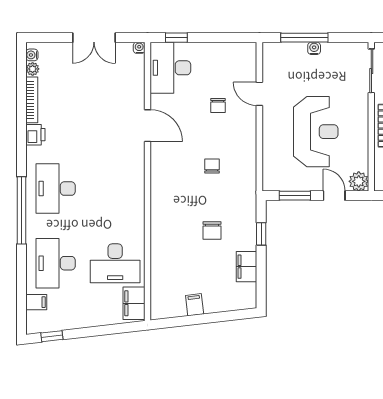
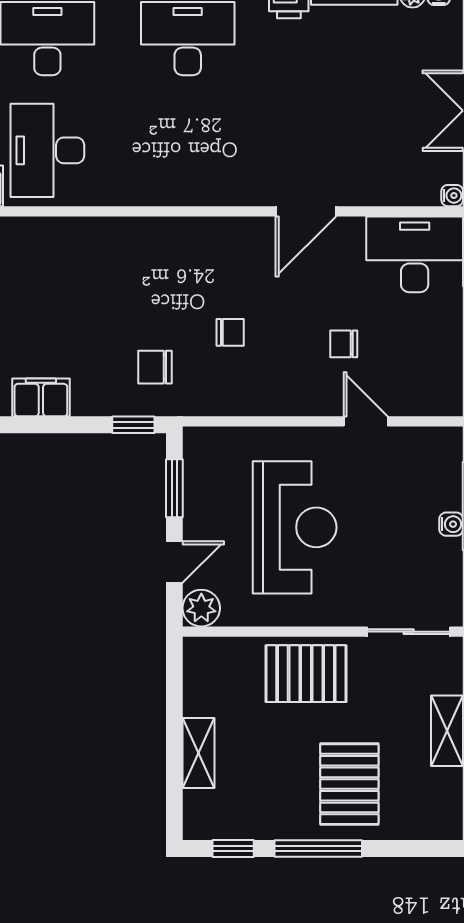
door: (259, 94) -> (366, 421), hinge flipped
reception desk: (316, 132) -> (295, 527), turned -90
chair: (212, 230) -> (155, 367), moved
window: (261, 234) -> (133, 425), moved

